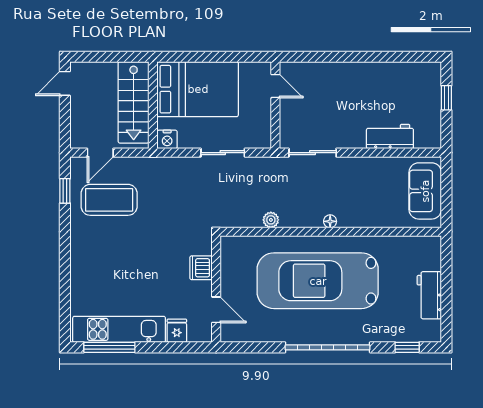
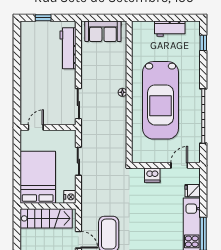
workbench: (390, 137) -> (68, 48), width x1.38
plant: (271, 220) -> (121, 130), removed
garage door: (328, 347) -> (203, 116), moved

